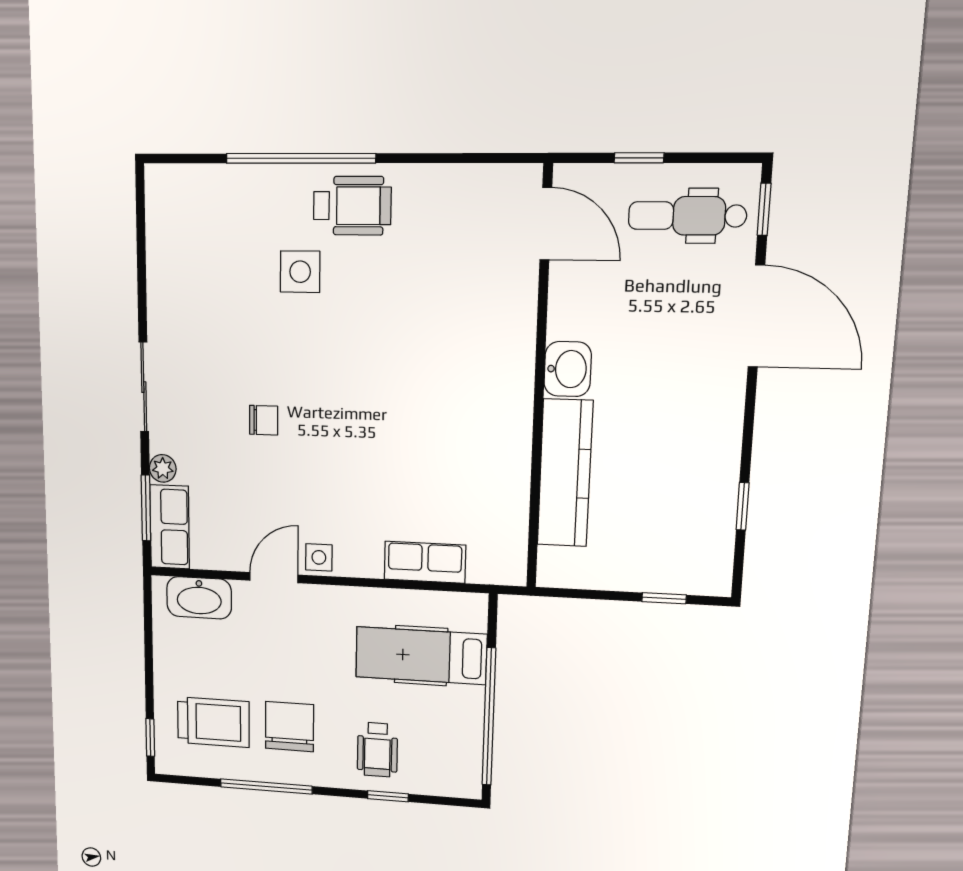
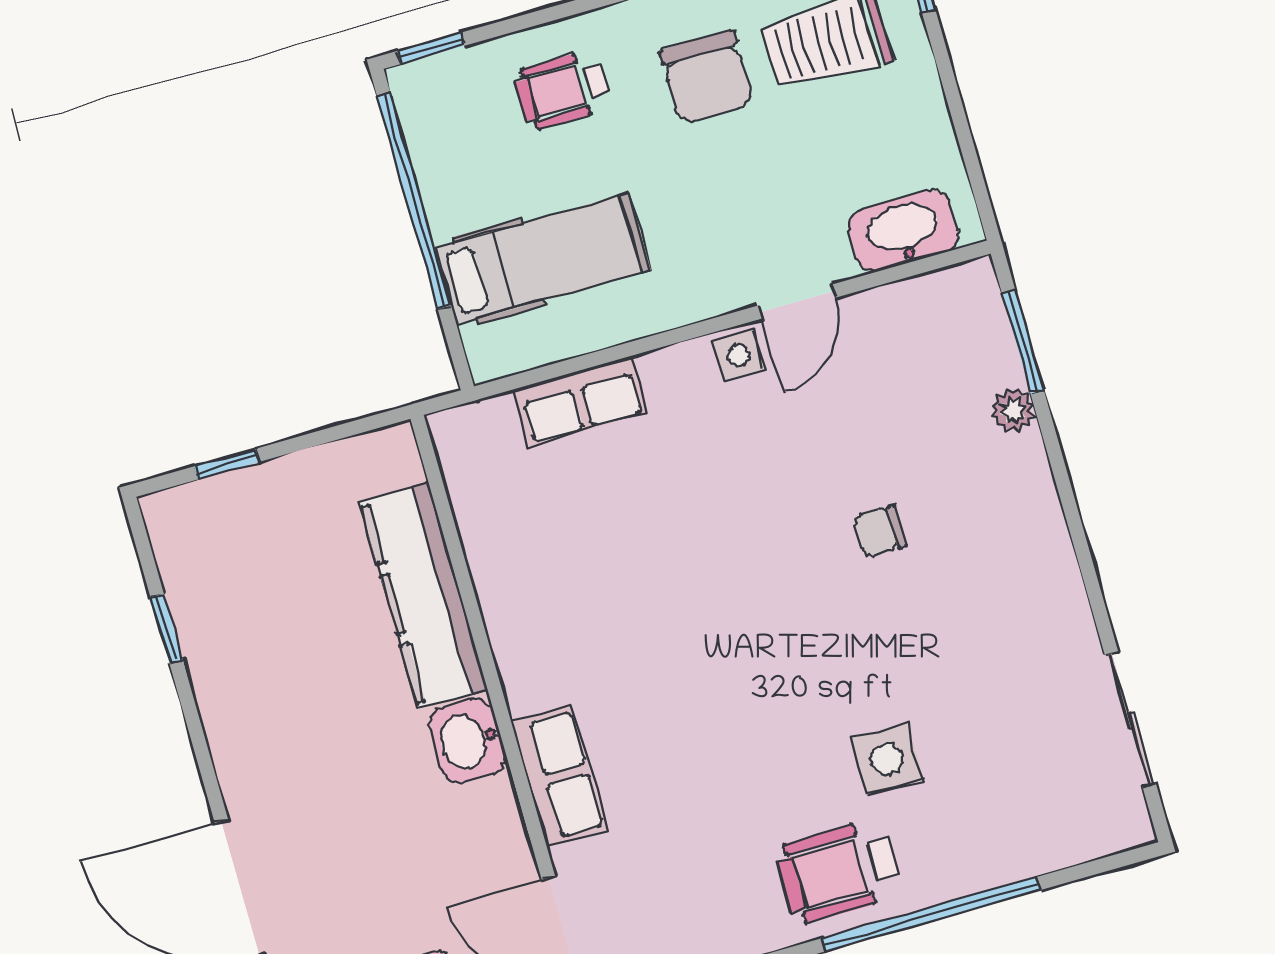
sliding door: (144, 387) -> (1130, 719), moved
row of seats: (170, 527) -> (559, 776), moved, turned 180
wheelchair: (377, 750) -> (563, 90), turned -90
window: (388, 796) -> (431, 48), moved

